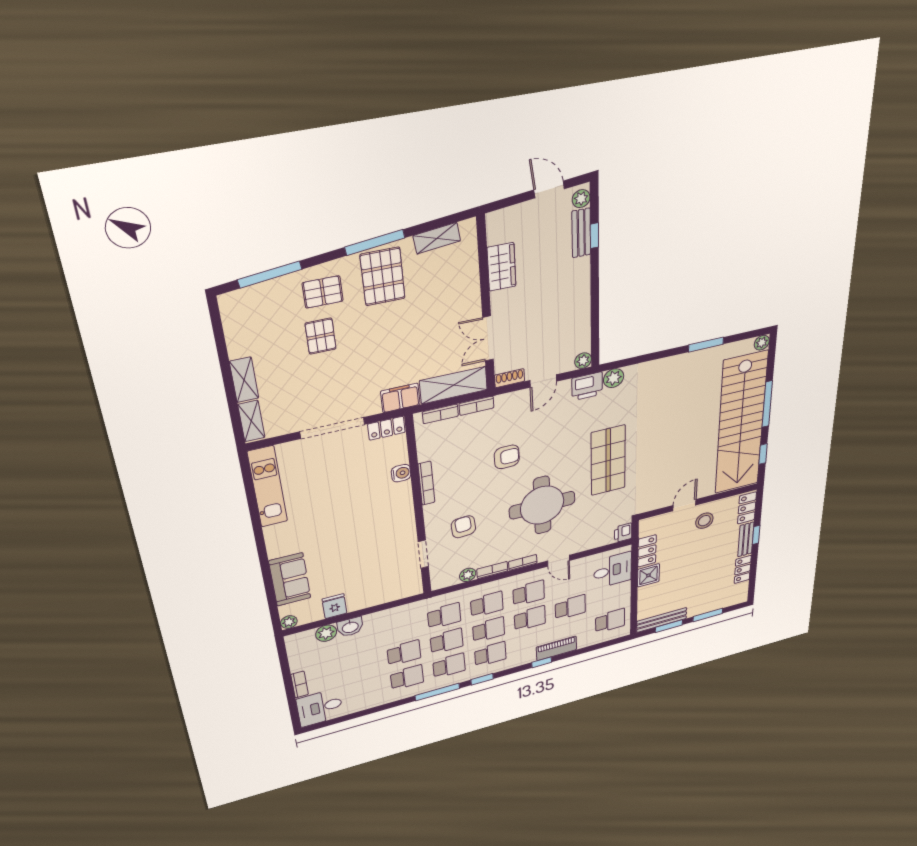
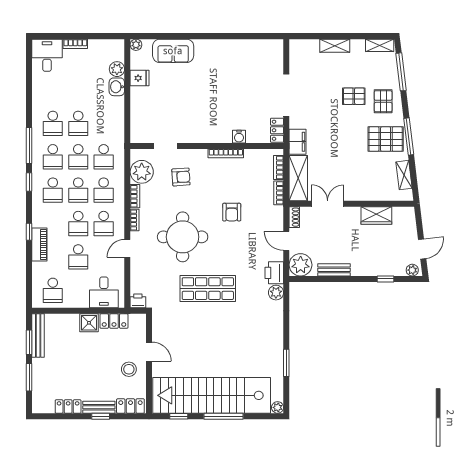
bench: (581, 233) -> (334, 270), moved
plant: (583, 361) -> (301, 265), width x1.88, depth x1.88
shelving: (251, 421) -> (380, 45), moved
kitchen unit: (268, 487) -> (253, 48), removed
plant: (468, 575) -> (142, 172), width x1.87, depth x1.87

